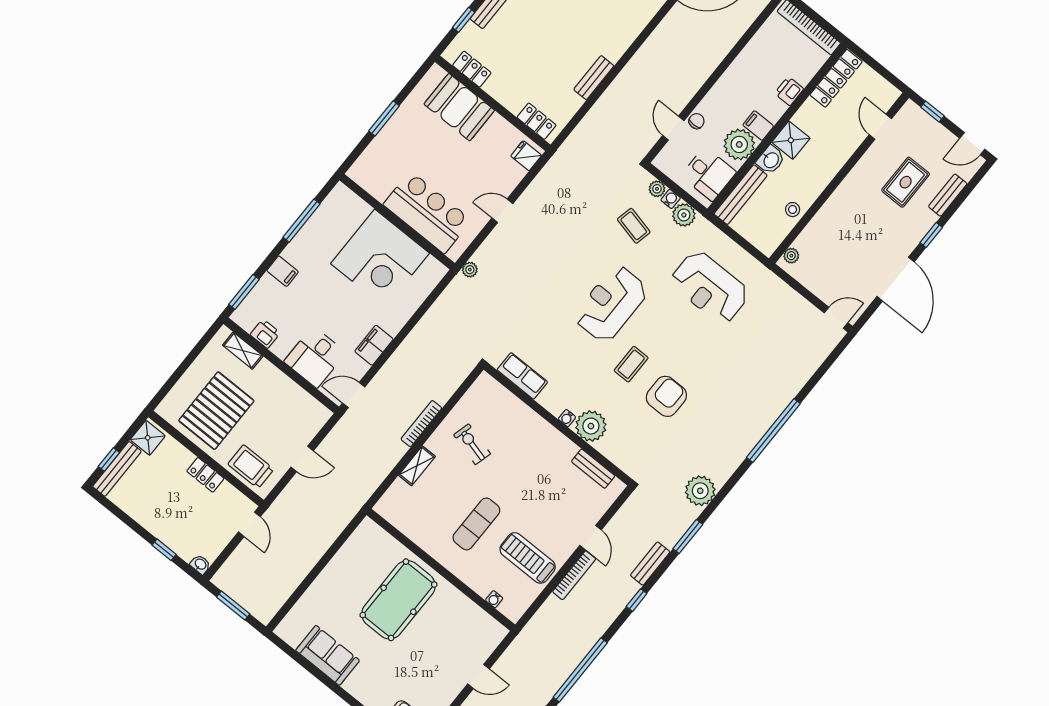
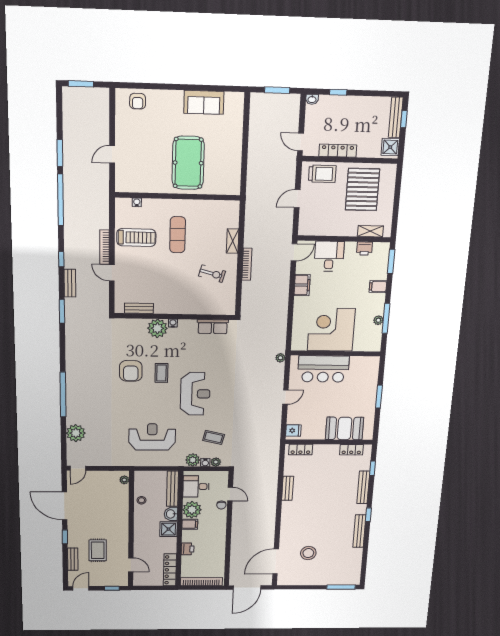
plant: (313, 225) -> (378, 320), added
locker: (205, 475) -> (338, 151), width x1.53
plant: (700, 491) -> (76, 433), moved

